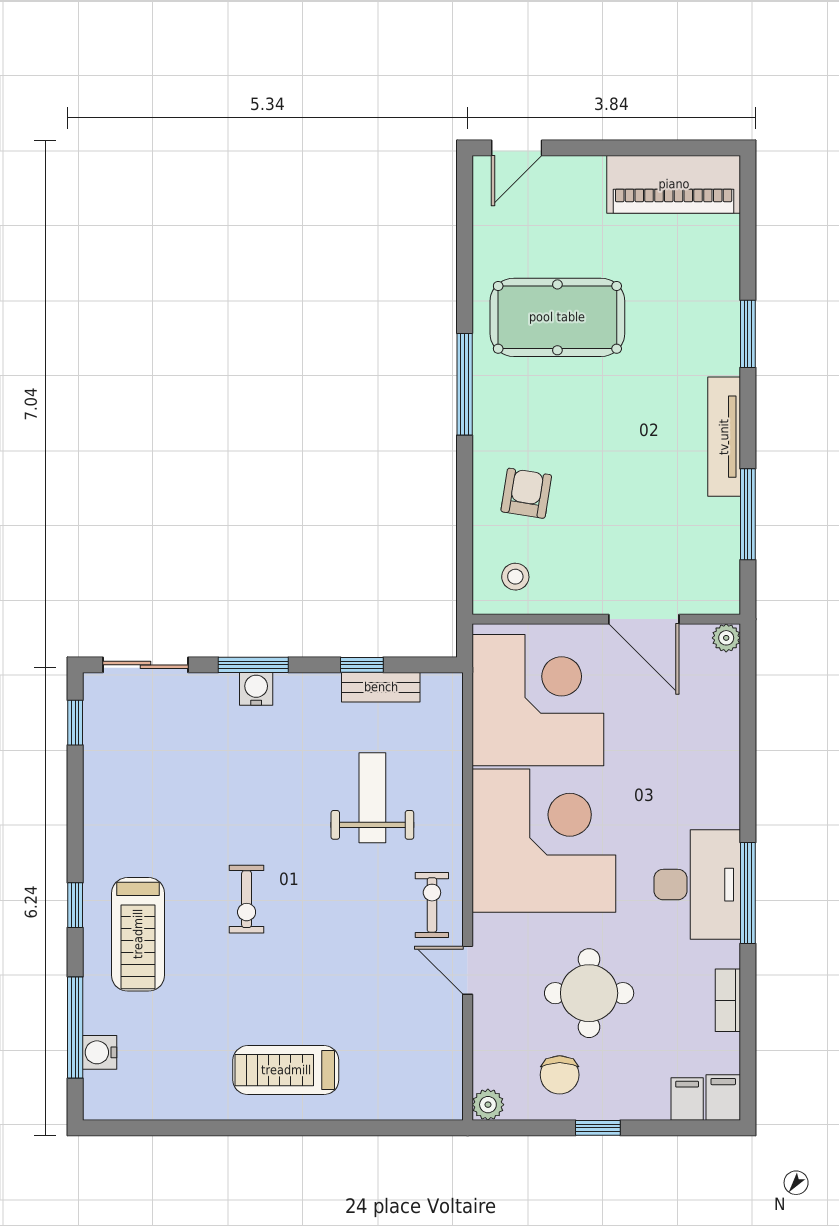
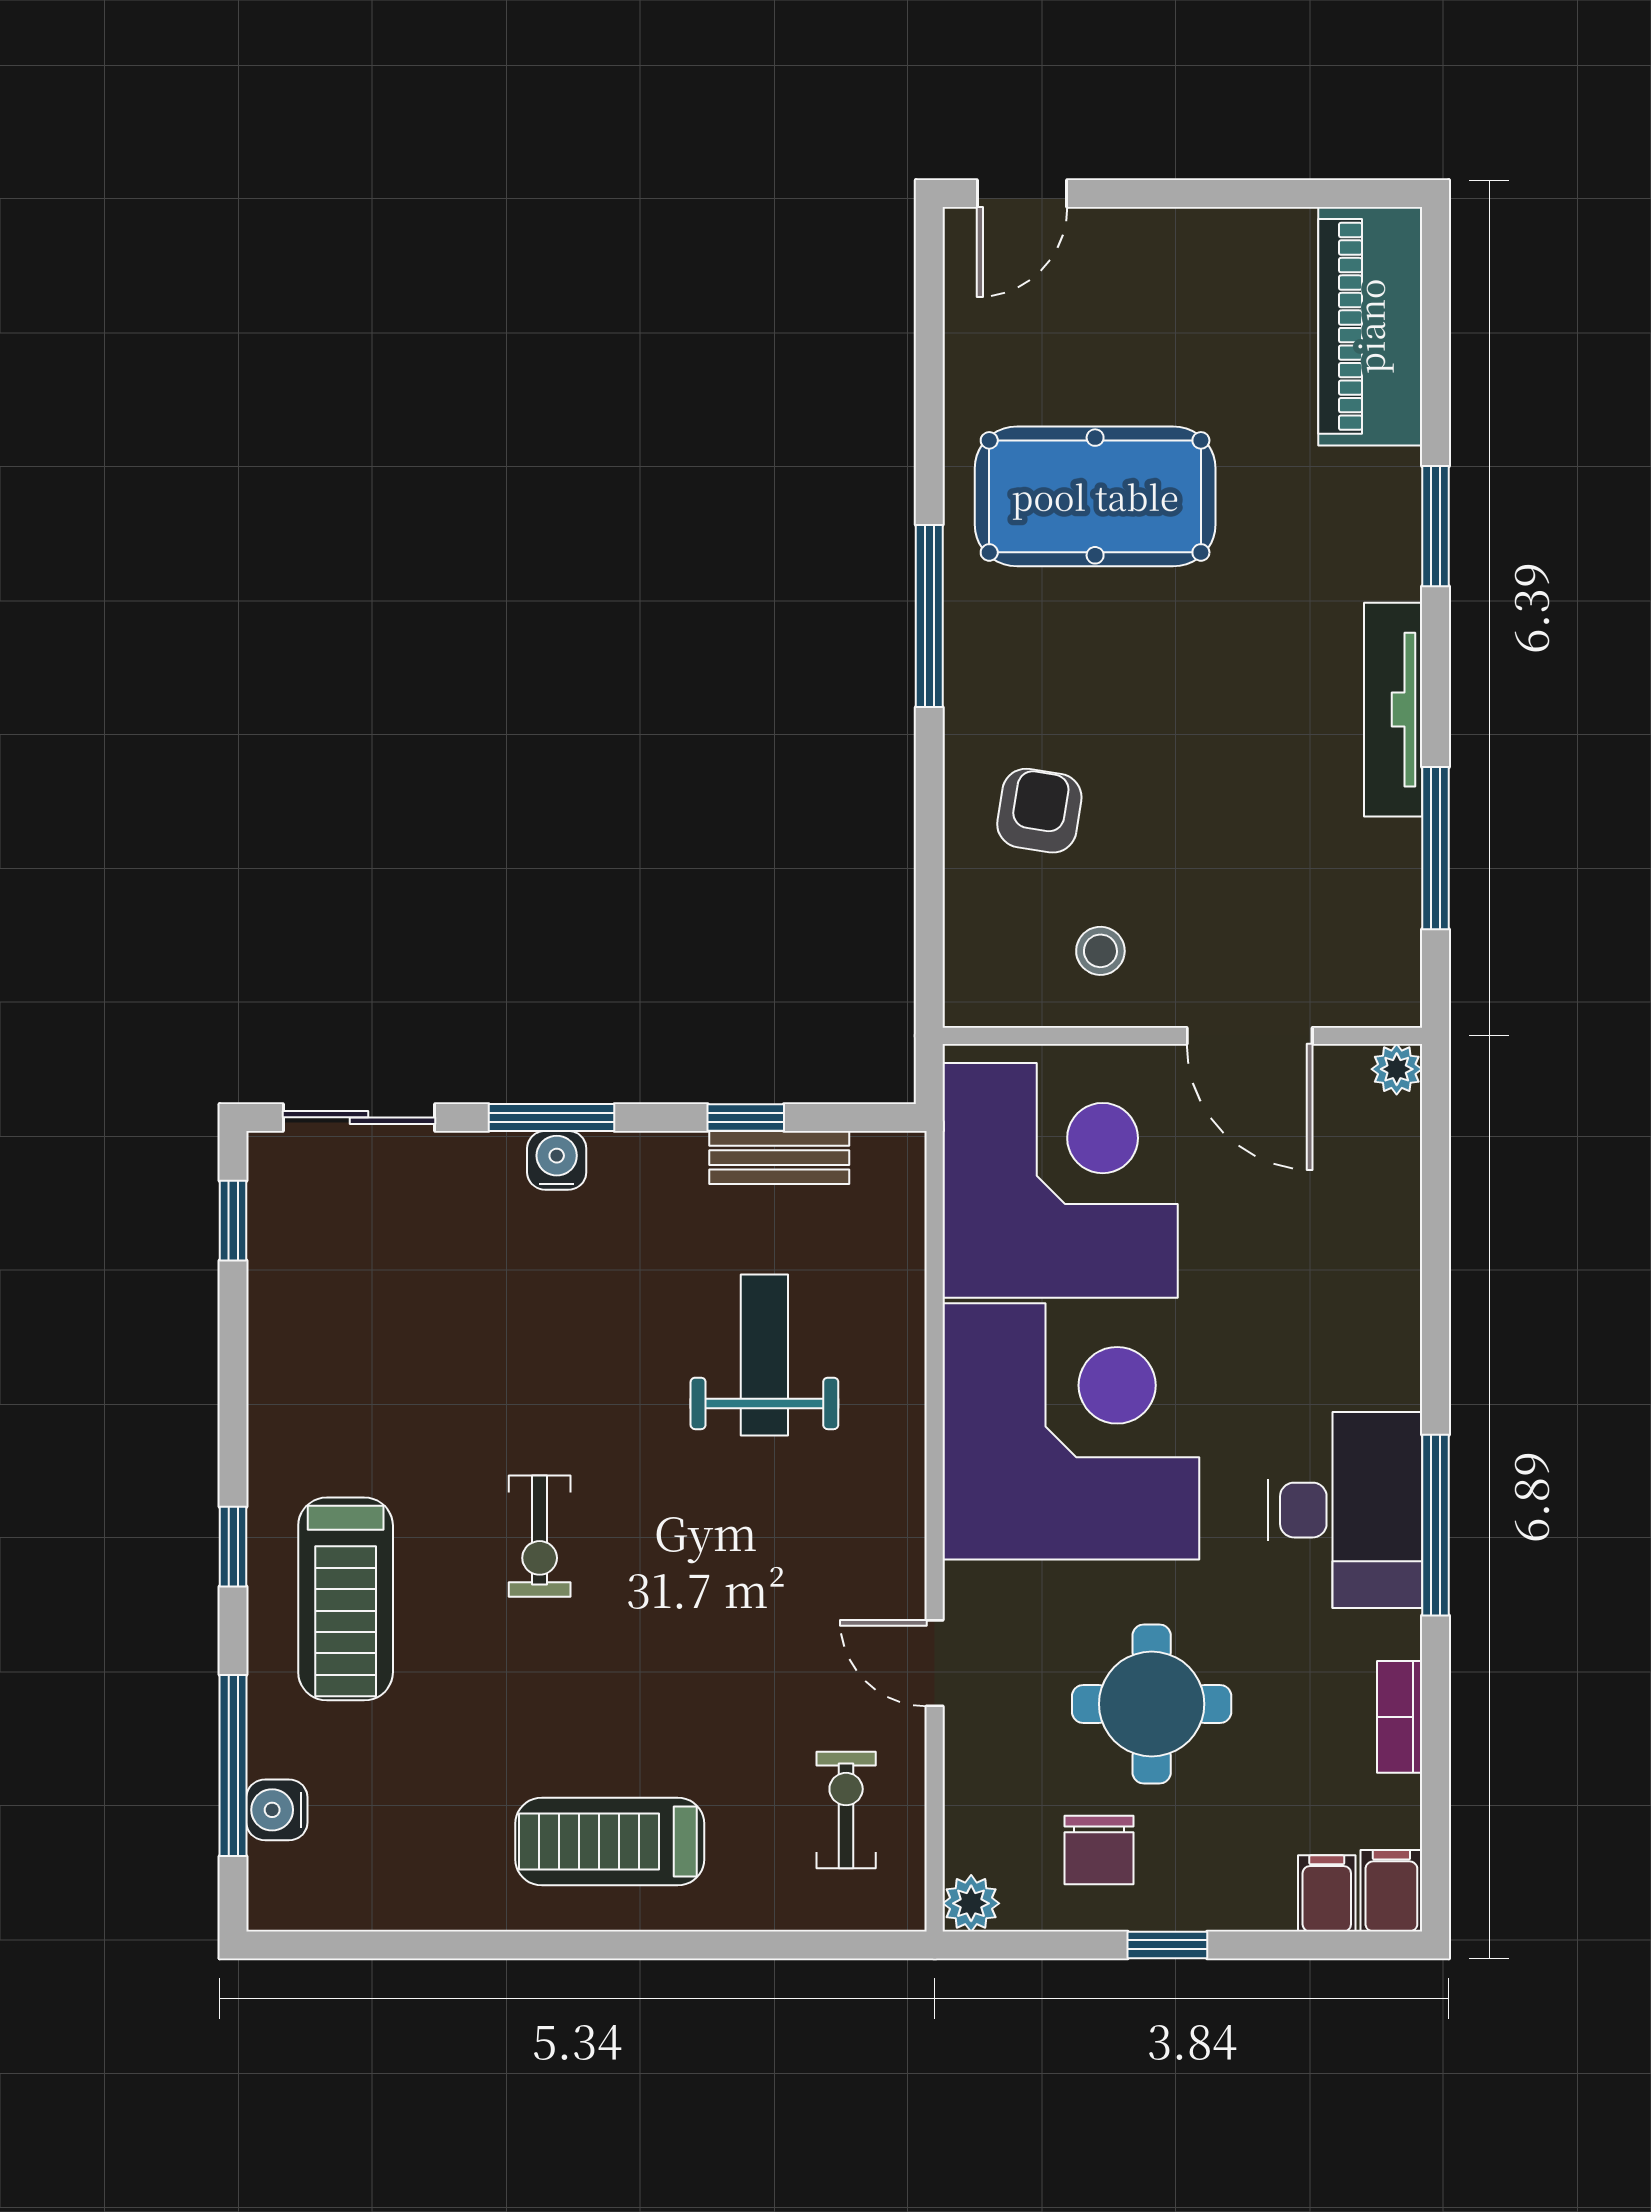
piano: (674, 184) -> (1370, 326), moved, turned 90
stool: (515, 577) -> (1100, 951), moved
exercise bike: (432, 905) -> (846, 1810), moved

